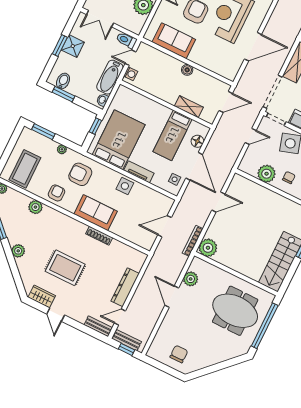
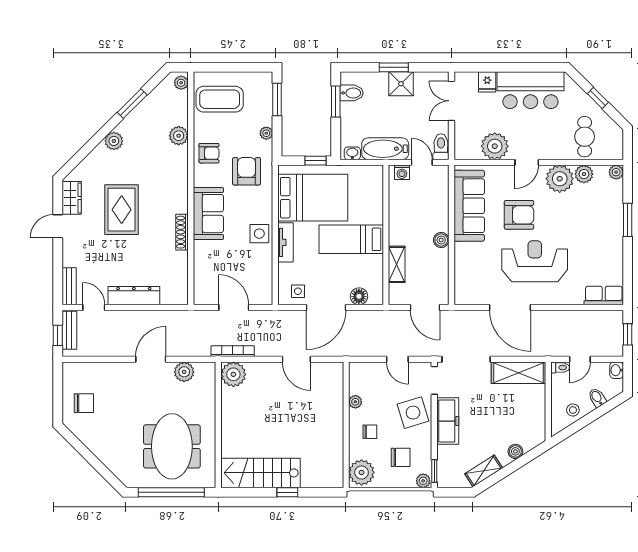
sofa: (174, 41) -> (469, 206), width x1.36
bed: (172, 135) -> (351, 239), moved
plant: (267, 174) -> (355, 402), width x0.53, depth x0.53

